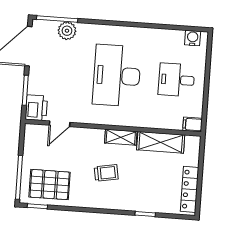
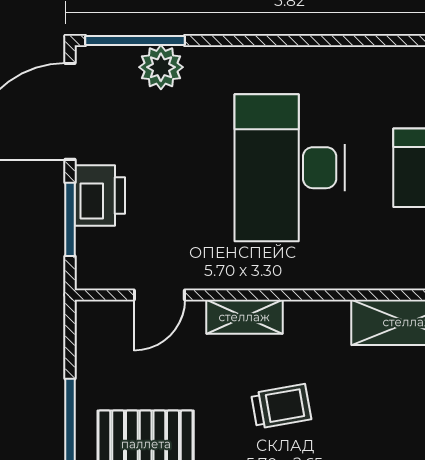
printer: (36, 108) -> (100, 195), moved
shelving: (121, 137) -> (244, 317), moved

